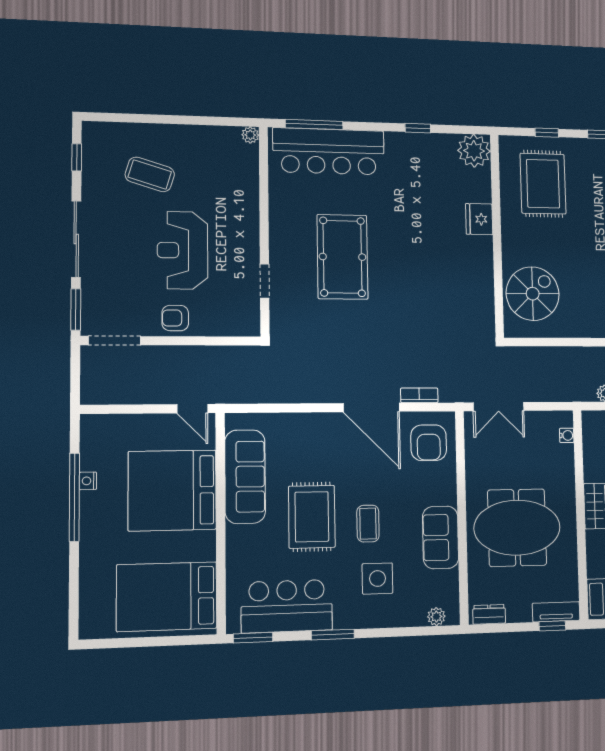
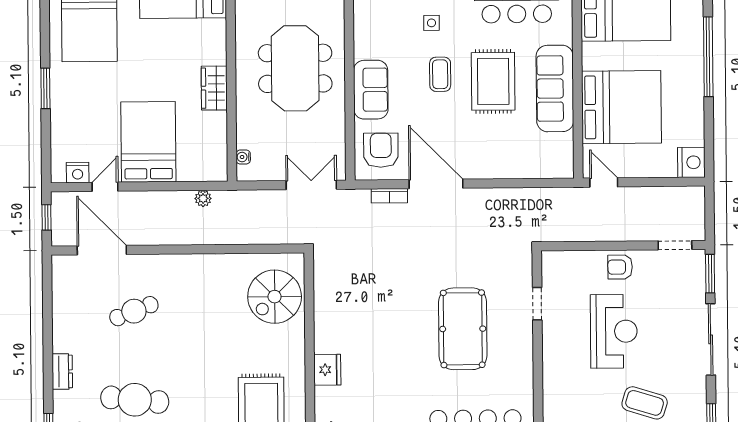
armchair: (175, 318) -> (620, 267), turned 180
doorway: (115, 341) -> (675, 245), width x0.73
sofa: (245, 477) -> (555, 88), moved
nightstand: (88, 481) -> (691, 162), moved, width x1.89, depth x1.79
window: (74, 497) -> (708, 57), moved
meeting table: (517, 528) -> (295, 68), turned 90
sofa: (441, 537) -> (371, 90), moved
side table: (378, 579) -> (432, 23), width x0.54, depth x0.54

